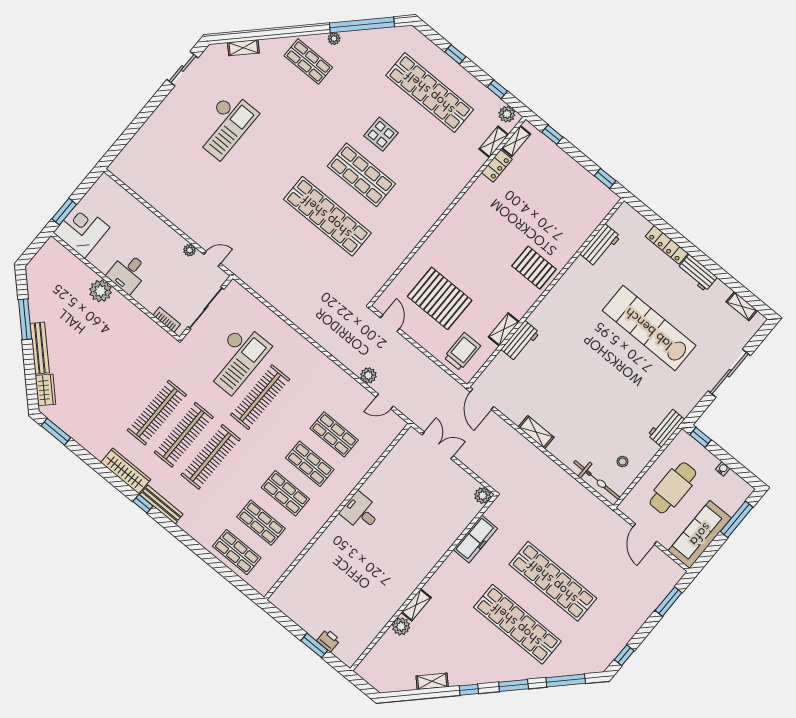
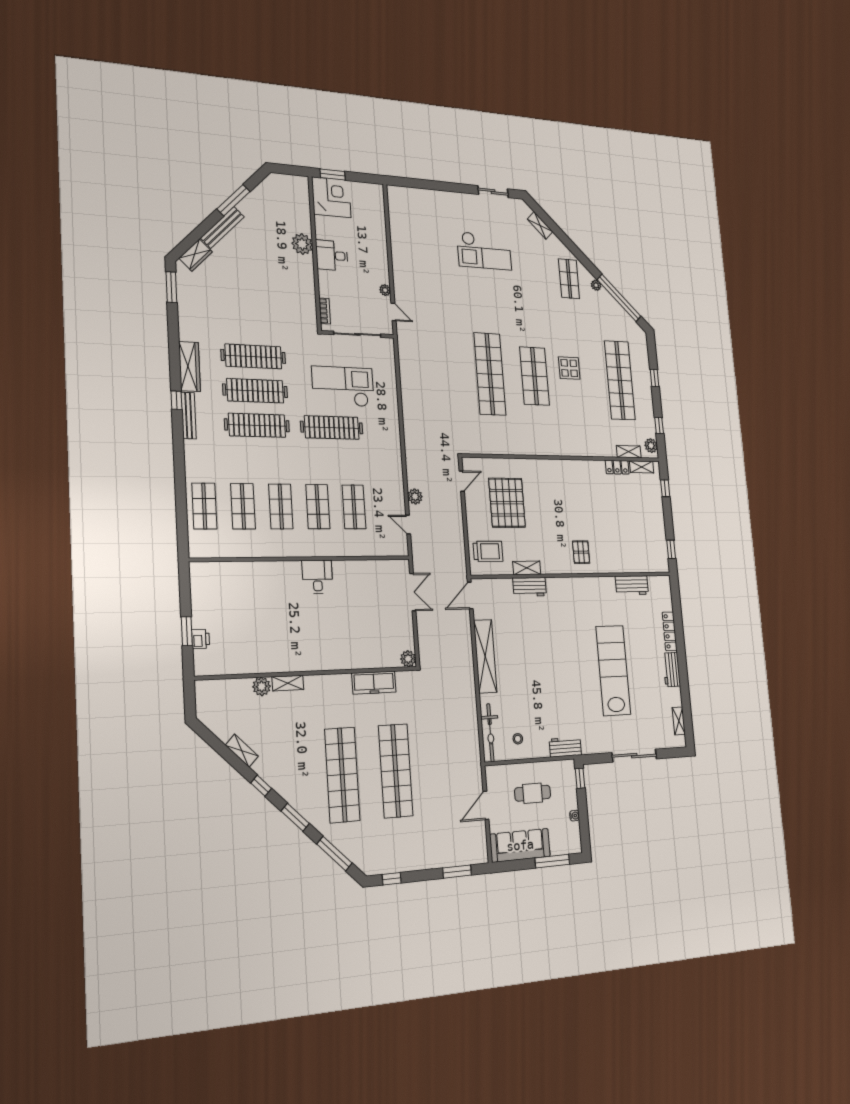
pallet: (534, 268) -> (581, 552), width x0.67, depth x0.71
checkout: (236, 358) -> (343, 386), turned 180
shelving: (536, 432) -> (485, 656), width x2.20, depth x1.33
cafe table: (673, 488) -> (533, 793), width x0.73, depth x0.74

